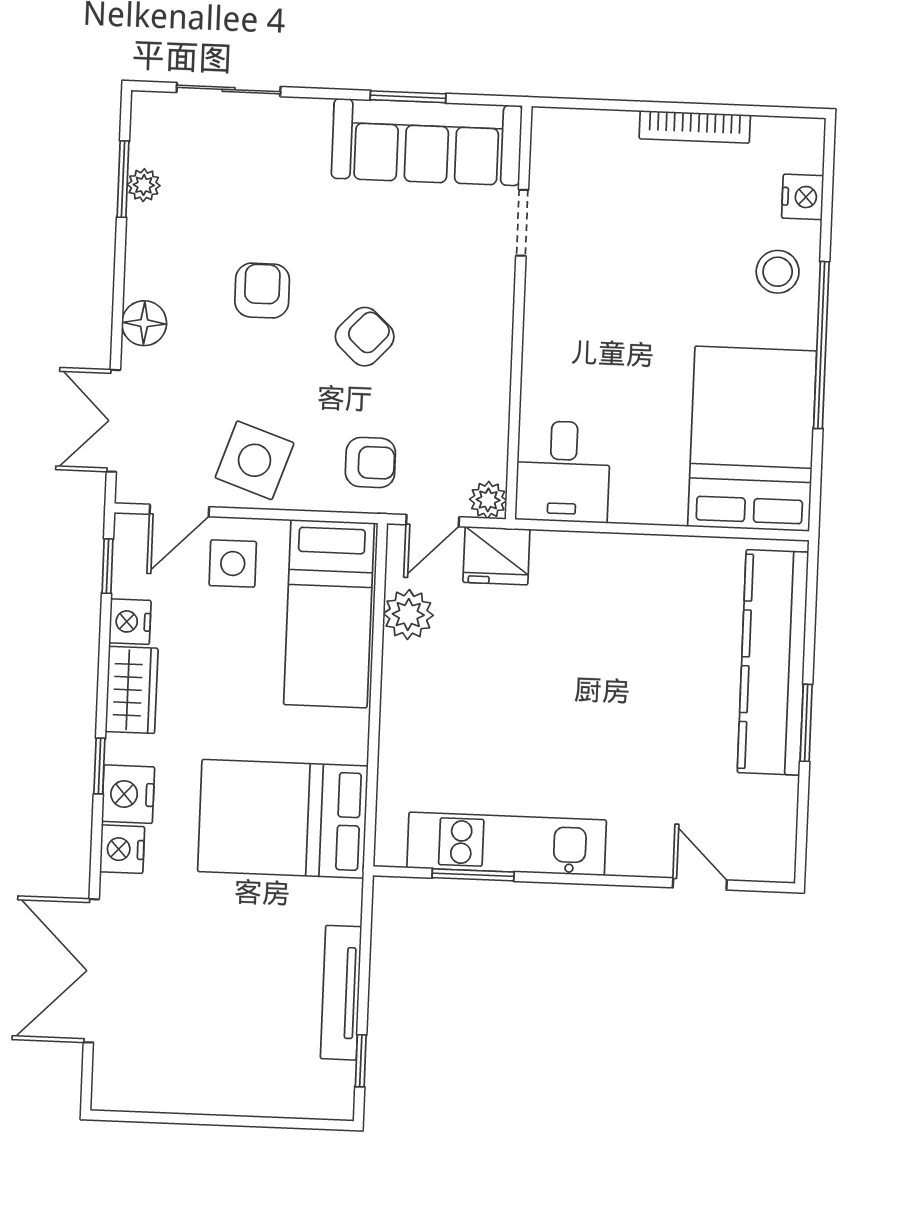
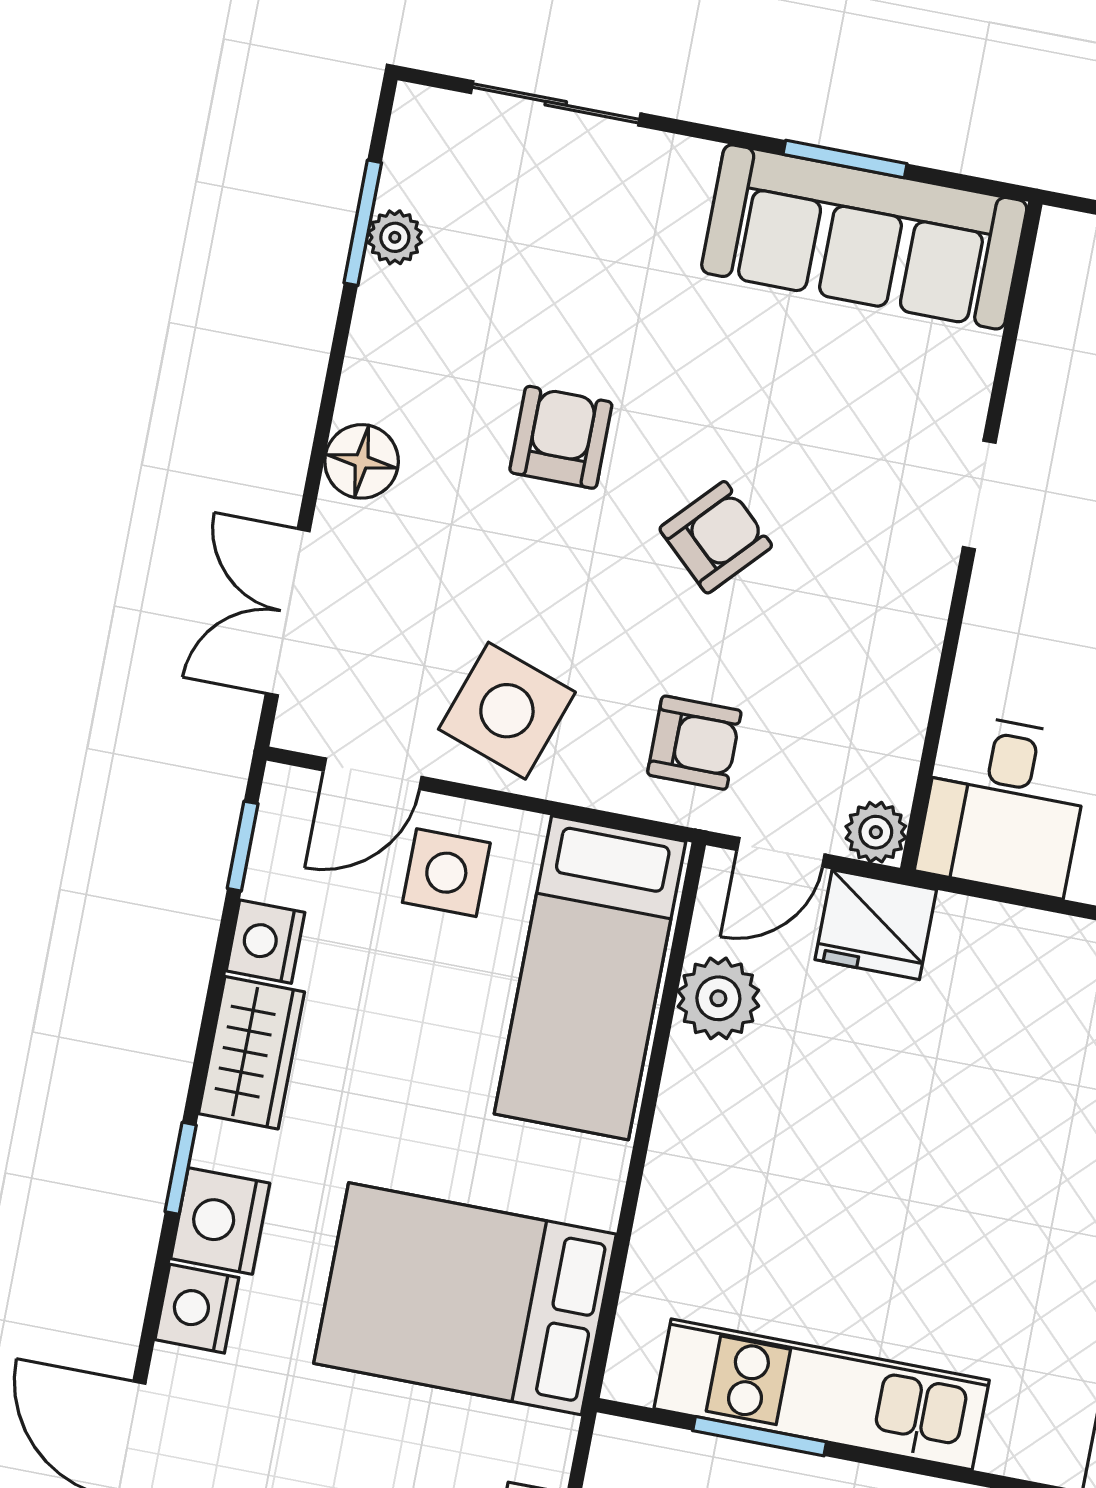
doorway: (522, 223) -> (979, 495), moved

